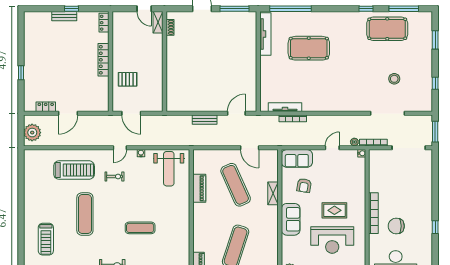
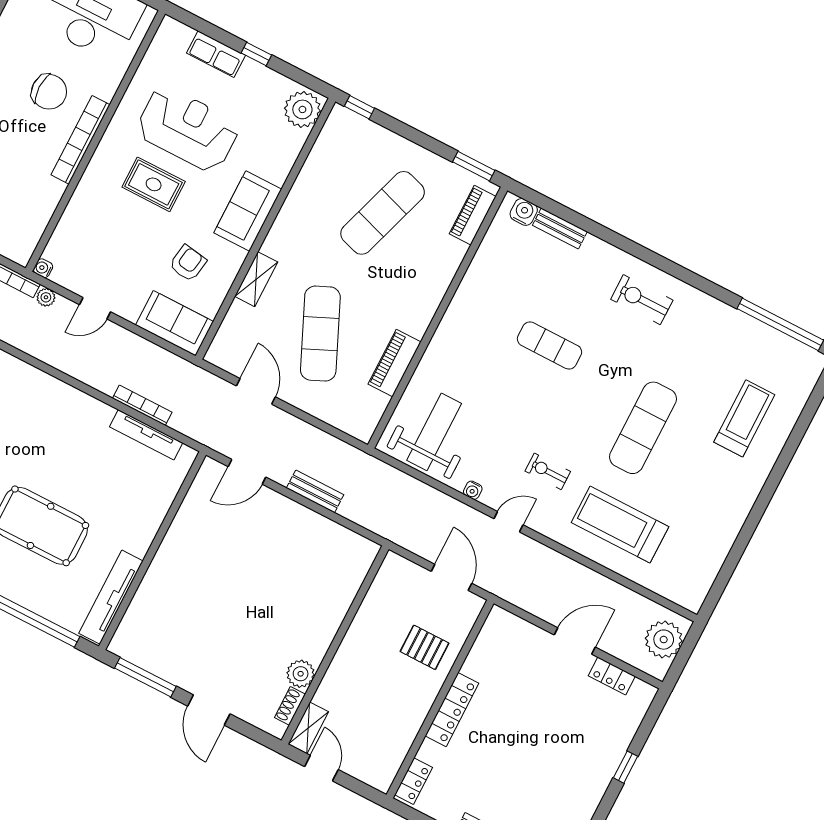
plant: (172, 43) -> (301, 674), added

